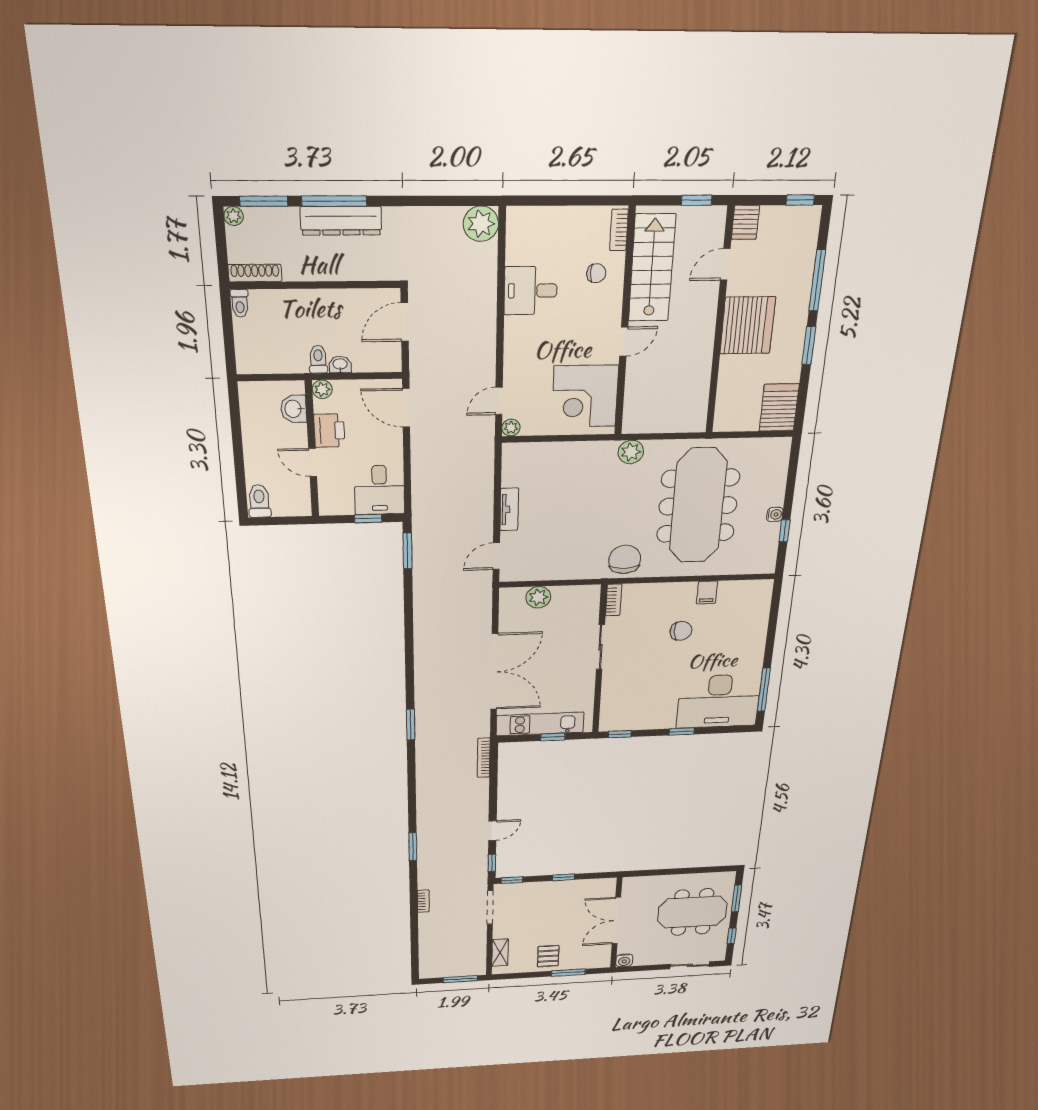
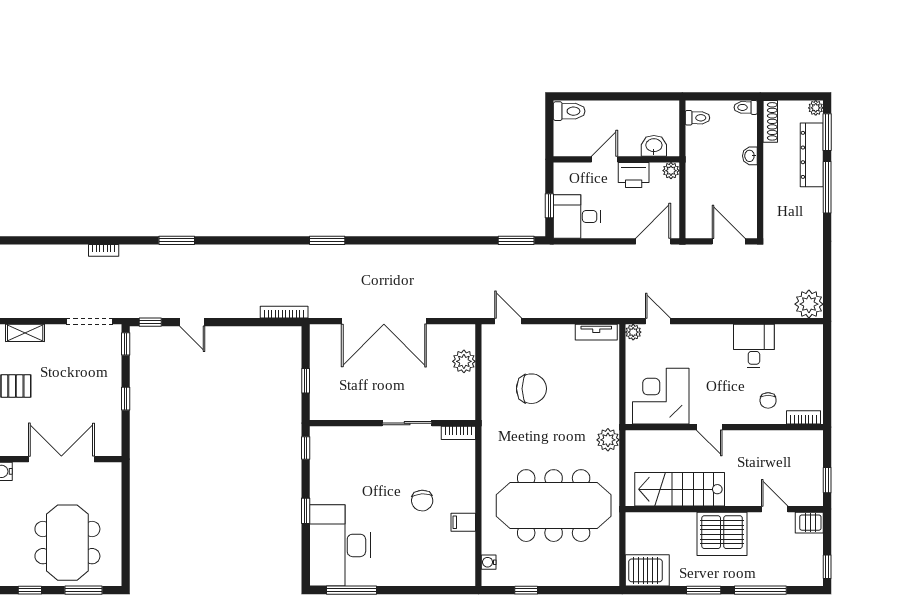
dresser: (341, 221) -> (812, 155), moved
stairs: (652, 268) -> (680, 489), moved, turned 180
toilet: (318, 359) -> (697, 118), moved
washbasin: (340, 364) -> (750, 156), moved, turned 180
tv unit: (509, 509) -> (596, 332), moved
water cooler: (775, 514) -> (489, 562), moved, turned 90
chair: (625, 559) -> (531, 389), moved
kitchen unit: (540, 724) -> (322, 367), removed

